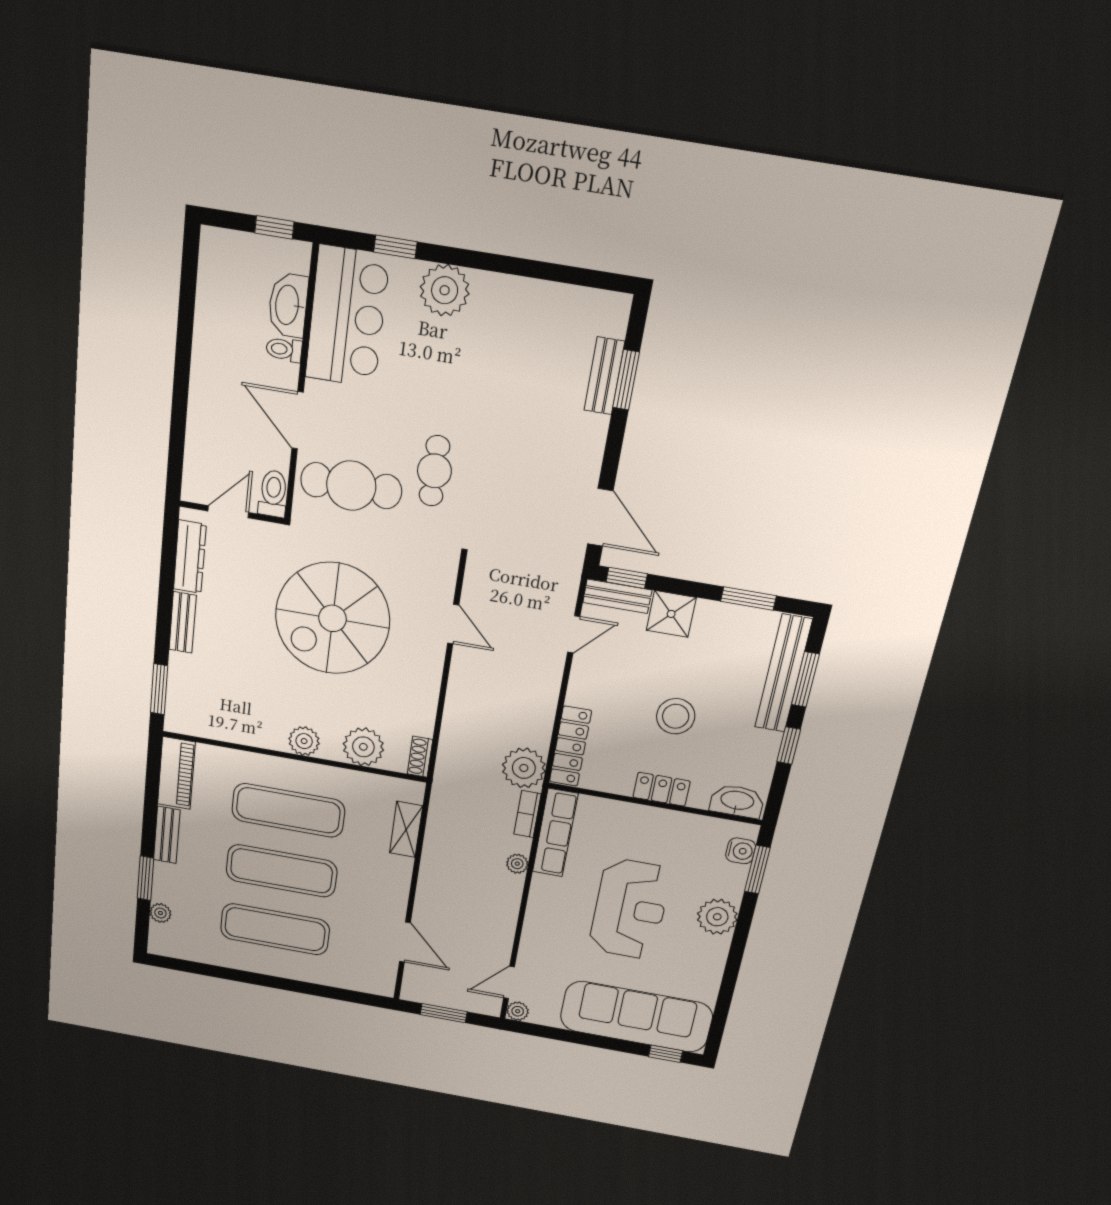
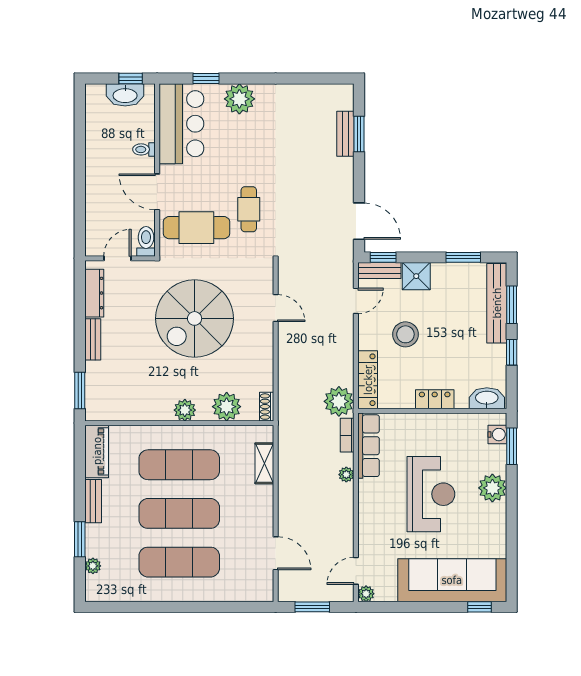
washbasin: (288, 305) -> (125, 95), moved, turned -90
stool: (676, 716) -> (405, 334), moved

